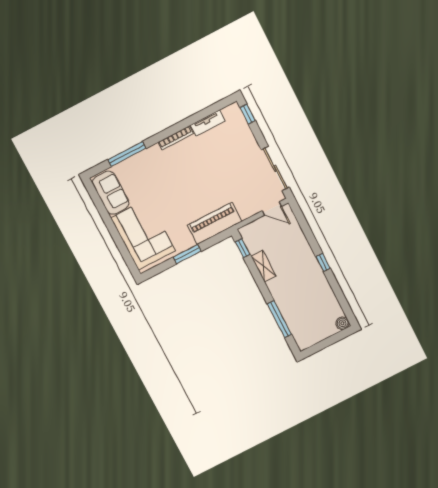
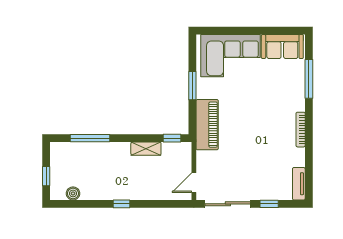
window: (248, 114) -> (269, 204), moved
tv unit: (208, 123) -> (299, 184), moved
boiler: (342, 323) -> (73, 193), moved
window: (332, 340) -> (46, 176), added

